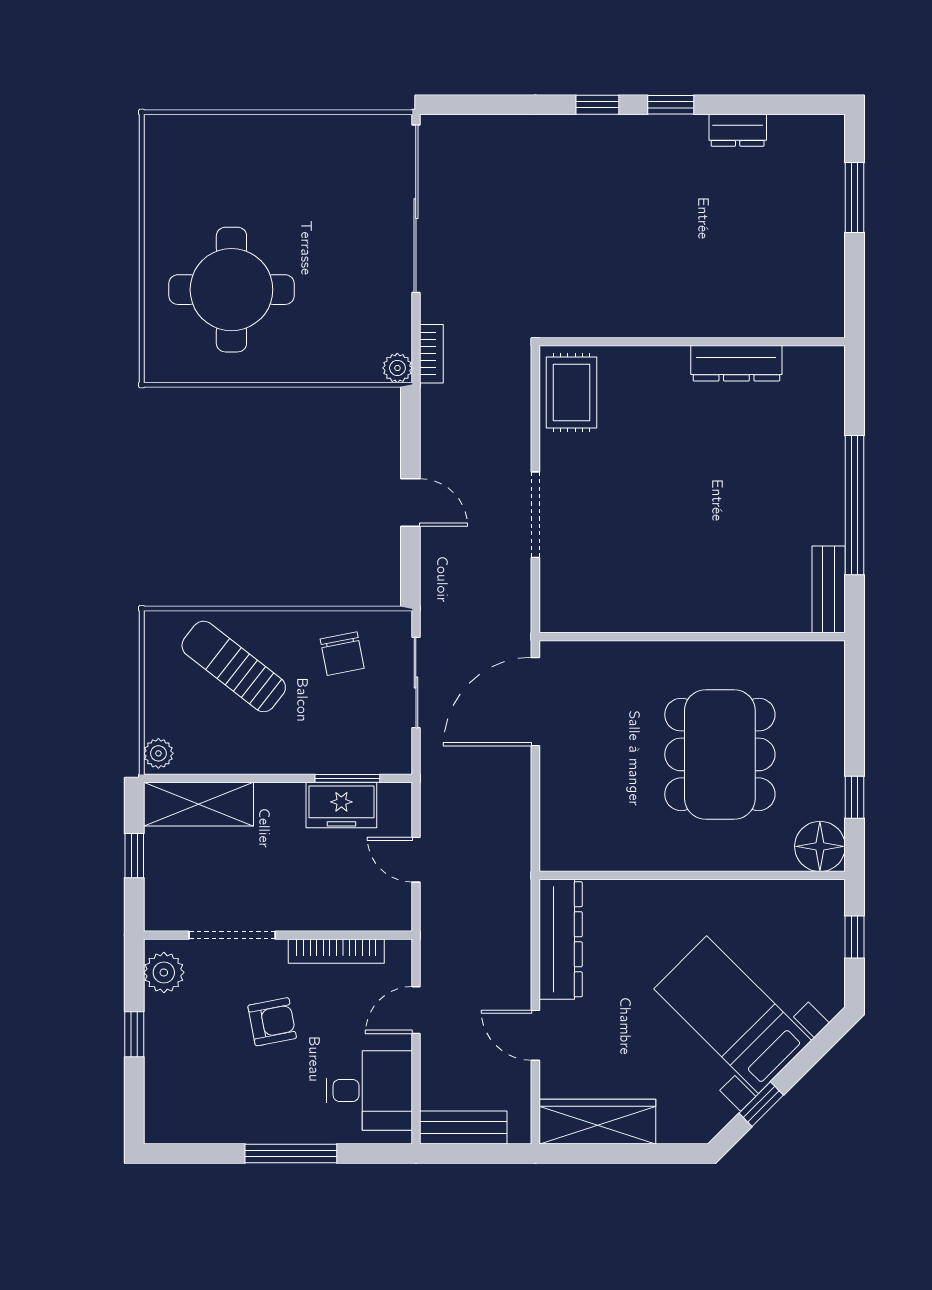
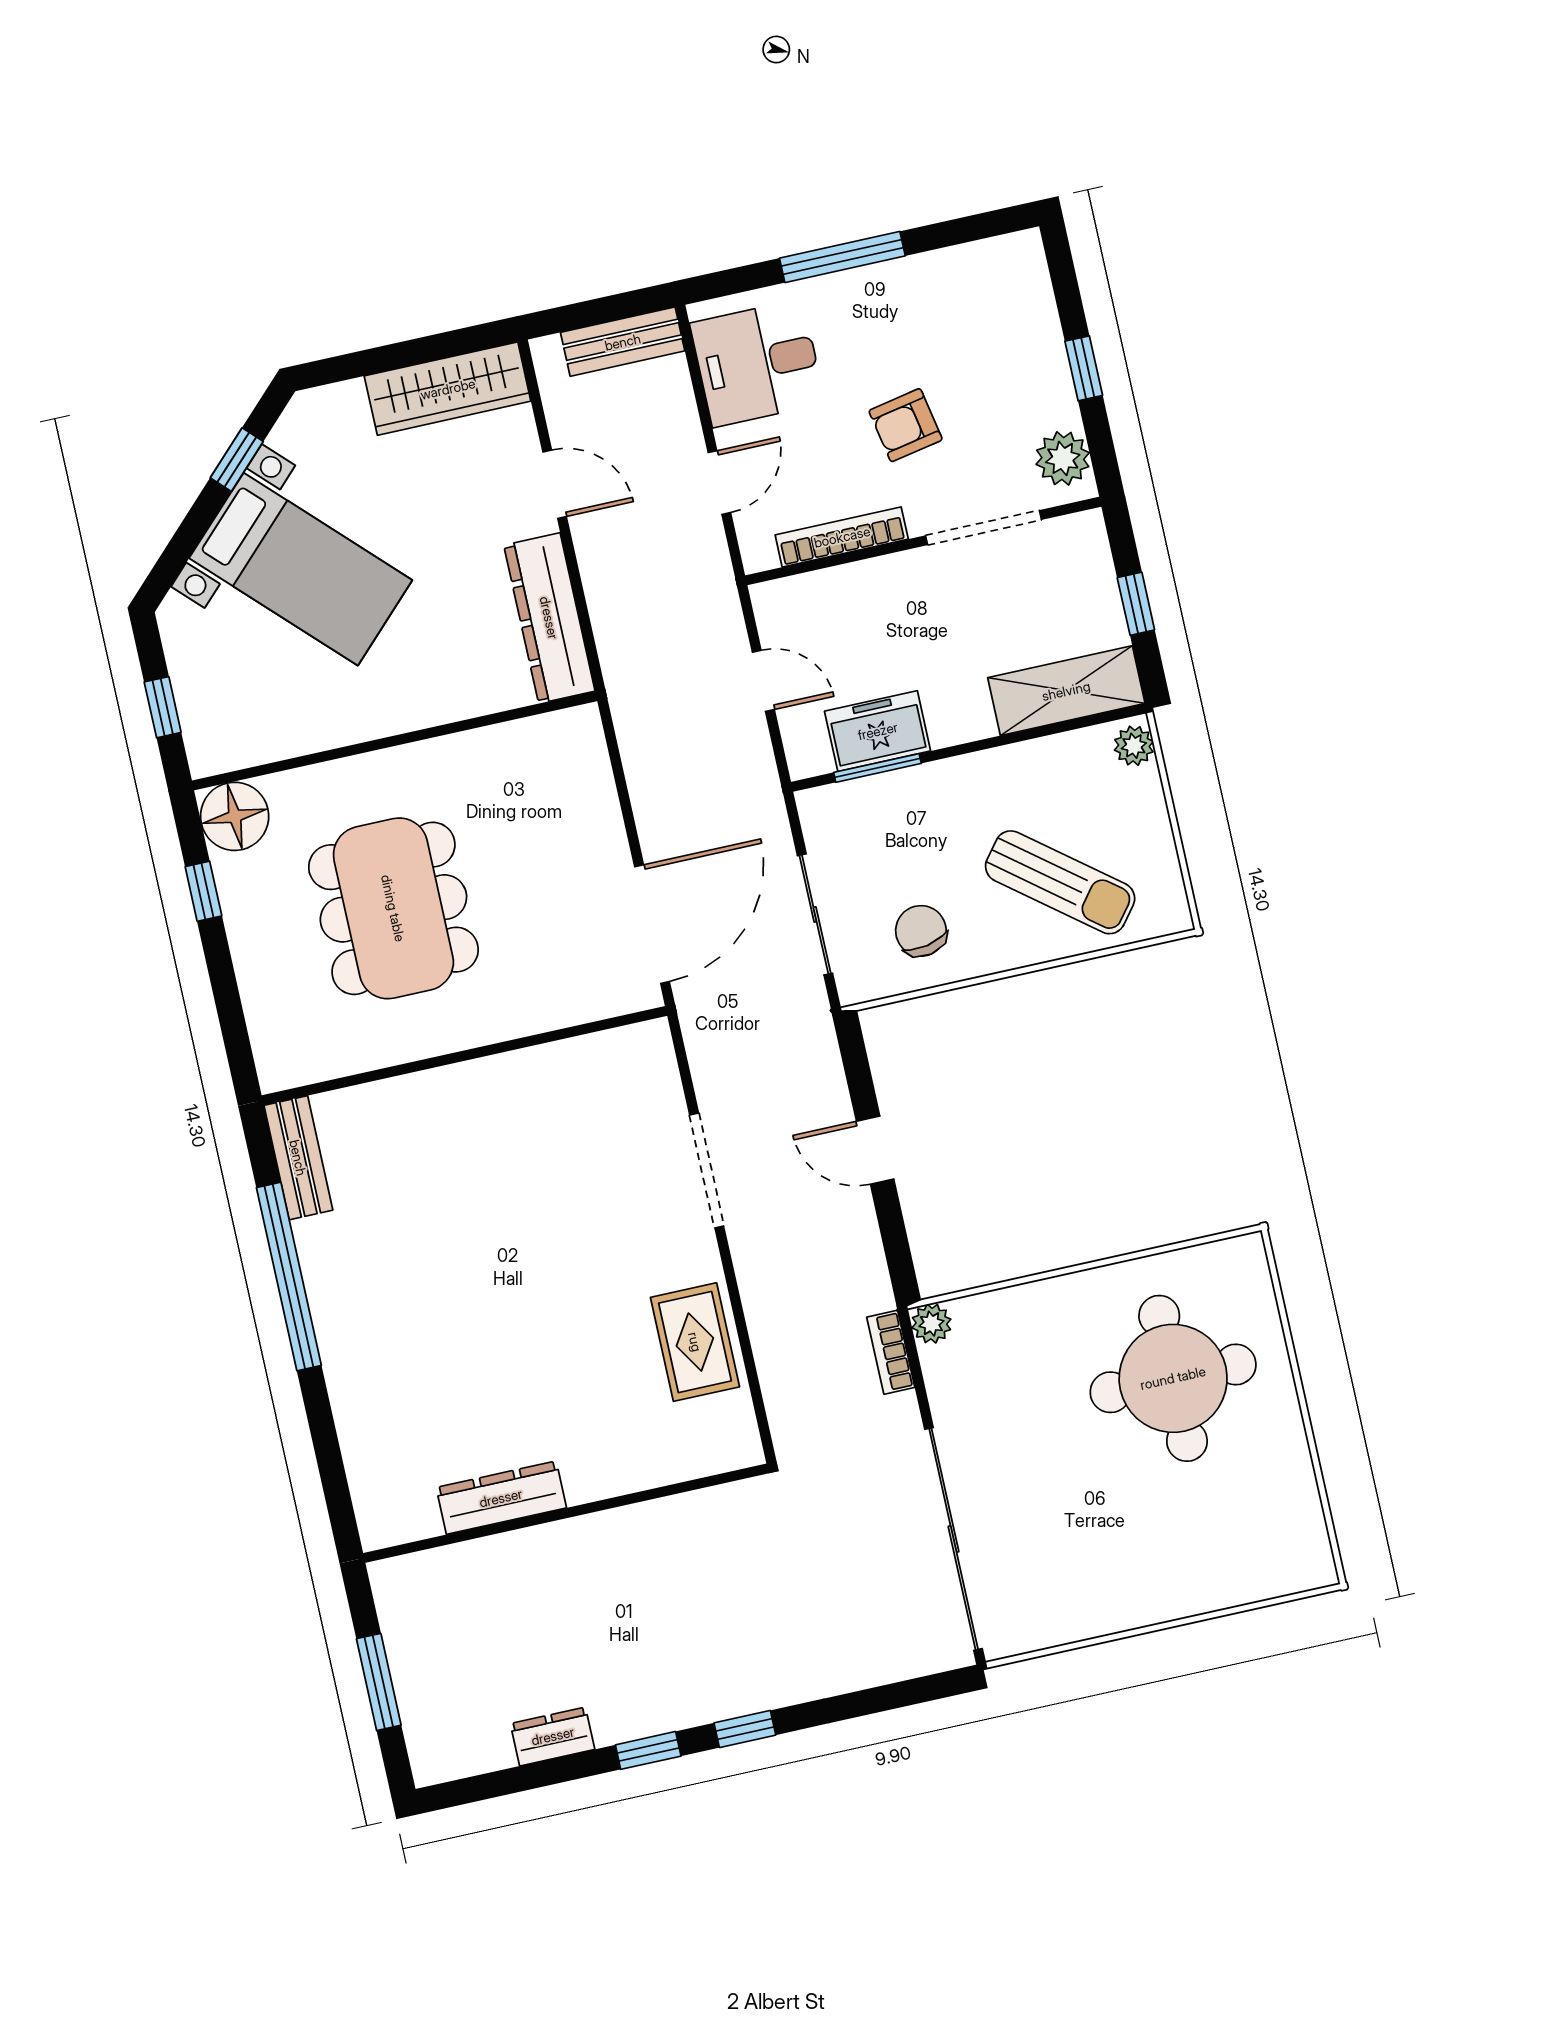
wall: (692, 342) -> (566, 1513), moved
dresser: (736, 363) -> (501, 1498), moved

